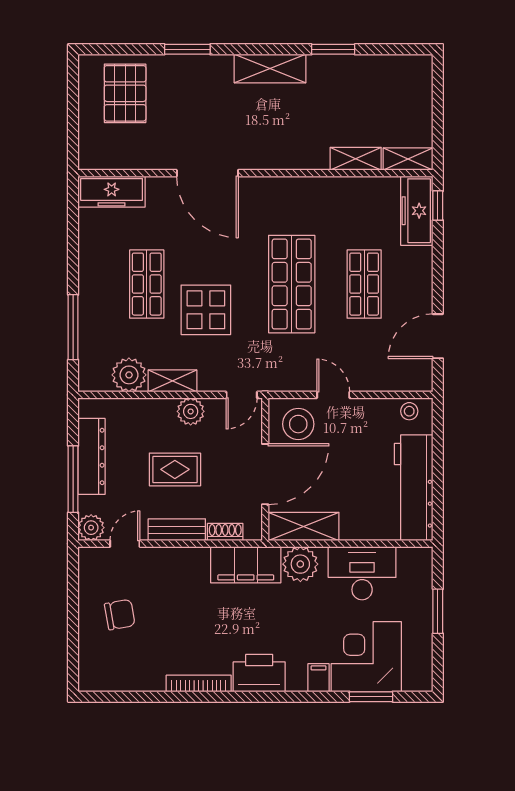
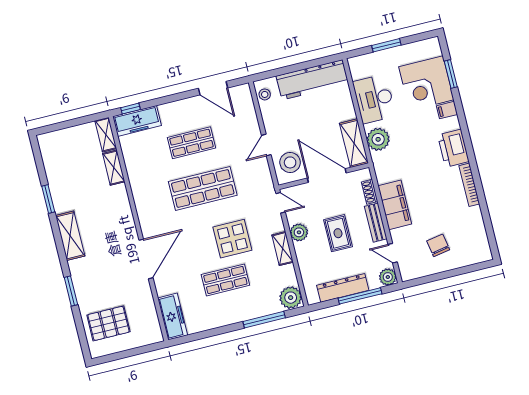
plant: (129, 375) -> (291, 298), moved
filing cabinet: (246, 565) -> (395, 205), moved

